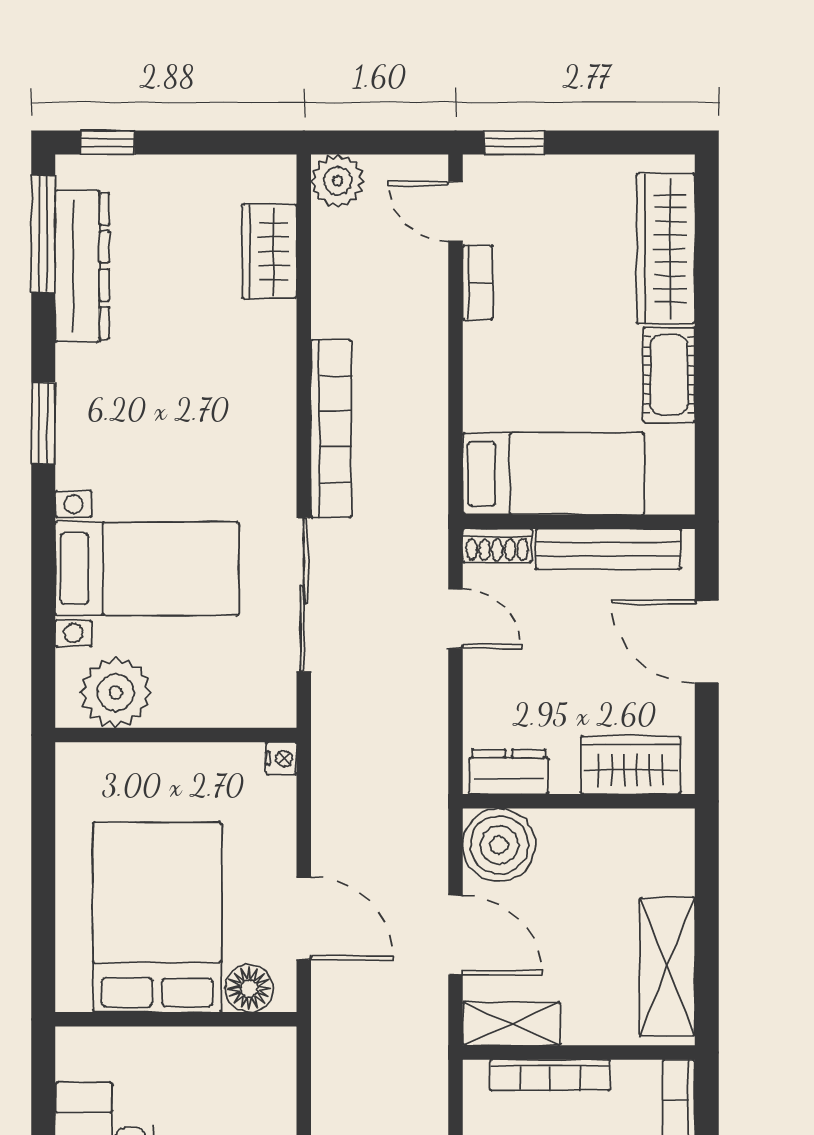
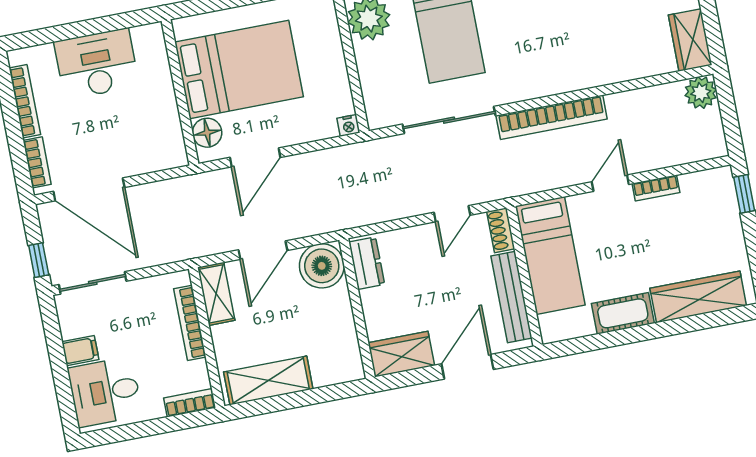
door: (456, 211) -> (610, 183), moved
wardrobe: (269, 251) -> (690, 40), moved, turned -90
wardrobe: (631, 765) -> (401, 354), moved, turned -90

